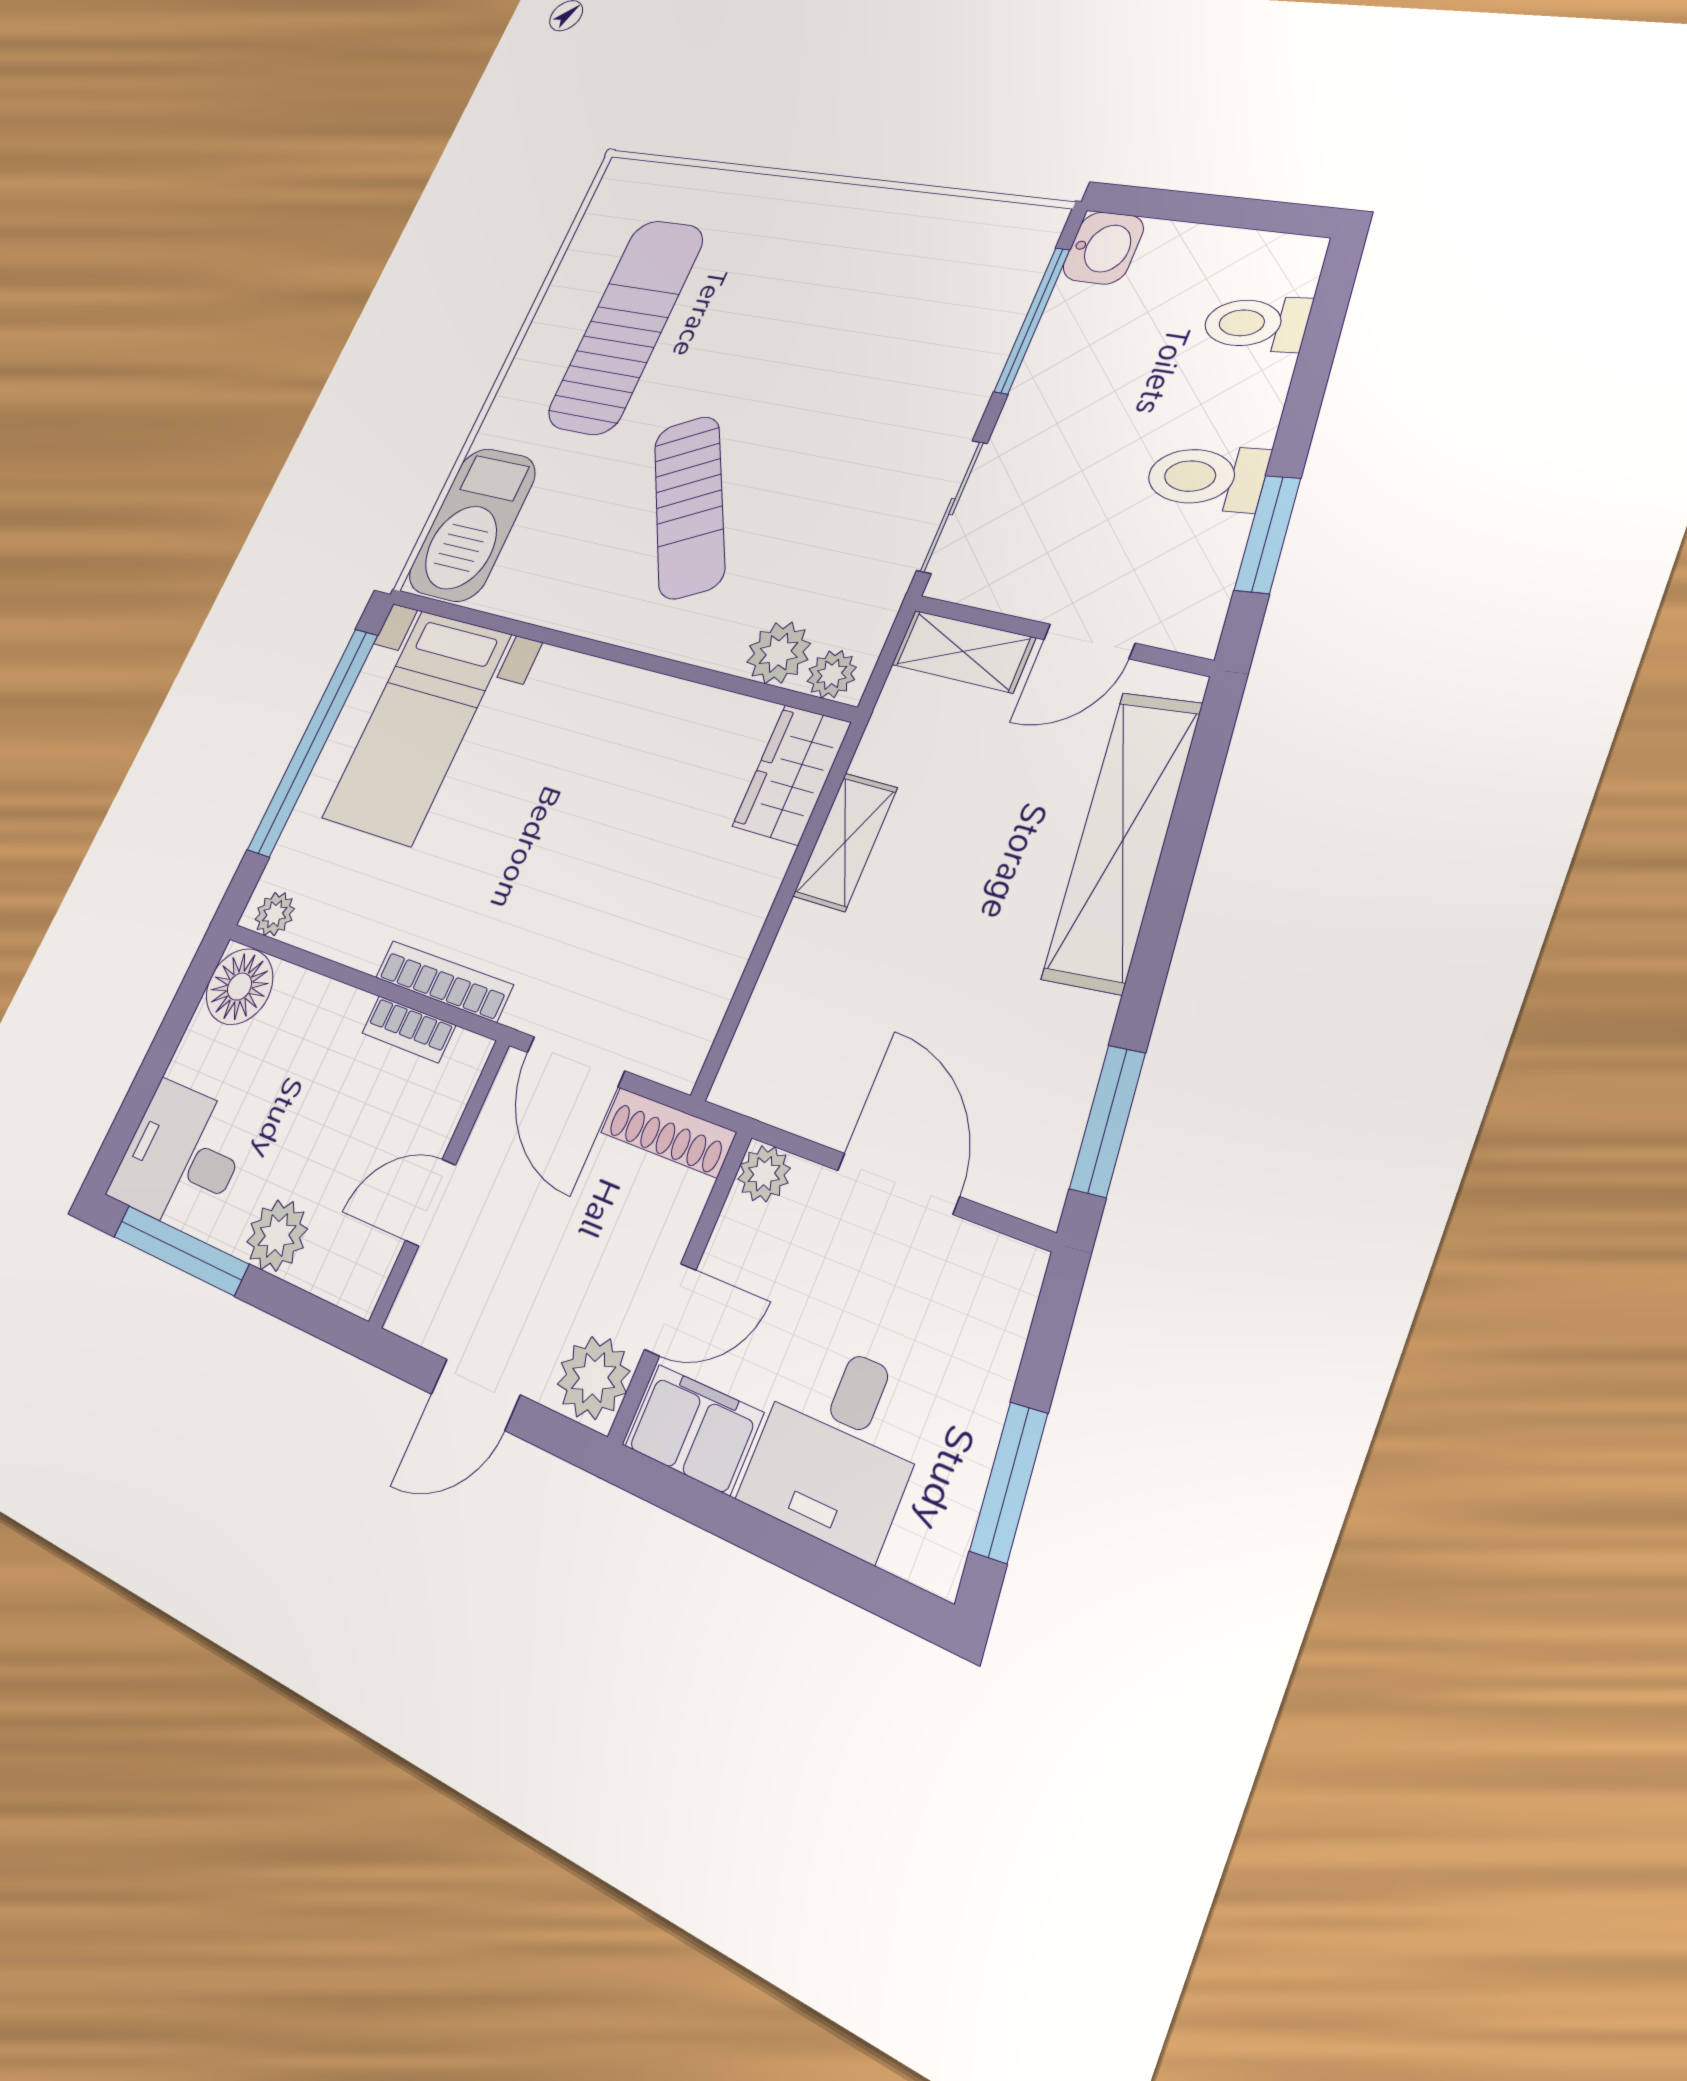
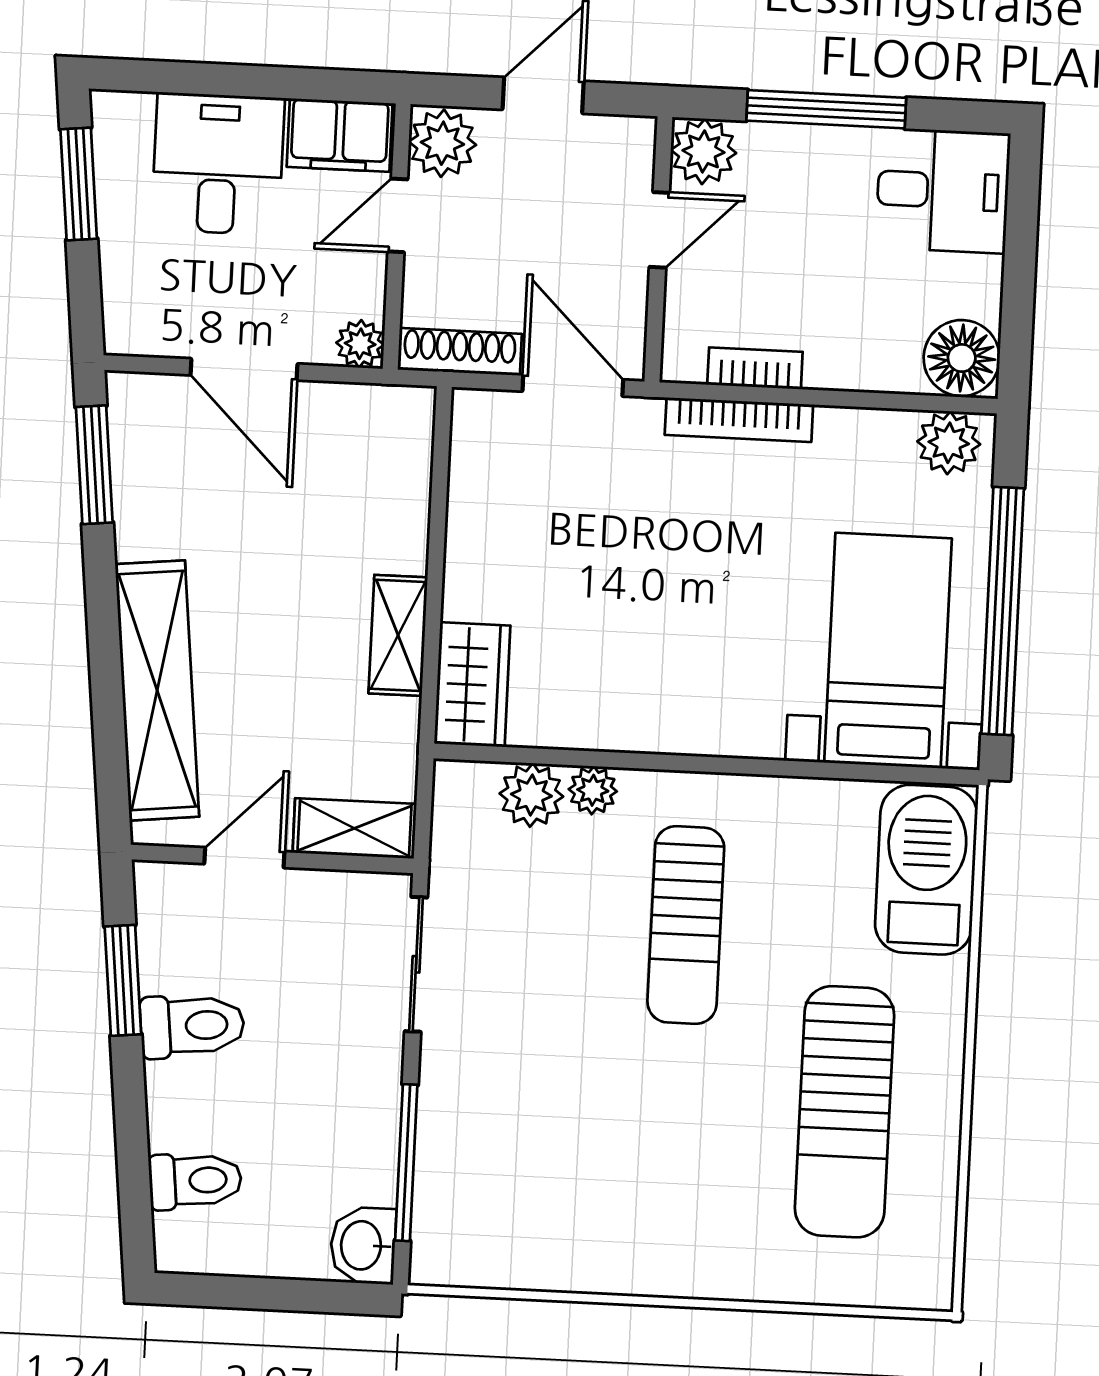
sun lounger: (689, 507) -> (686, 925), turned -152
plant: (832, 674) -> (593, 790), moved
plant: (275, 914) -> (949, 443), width x1.38, depth x1.38
plant: (277, 1235) -> (703, 151), moved
window: (181, 1250) -> (826, 109), moved

